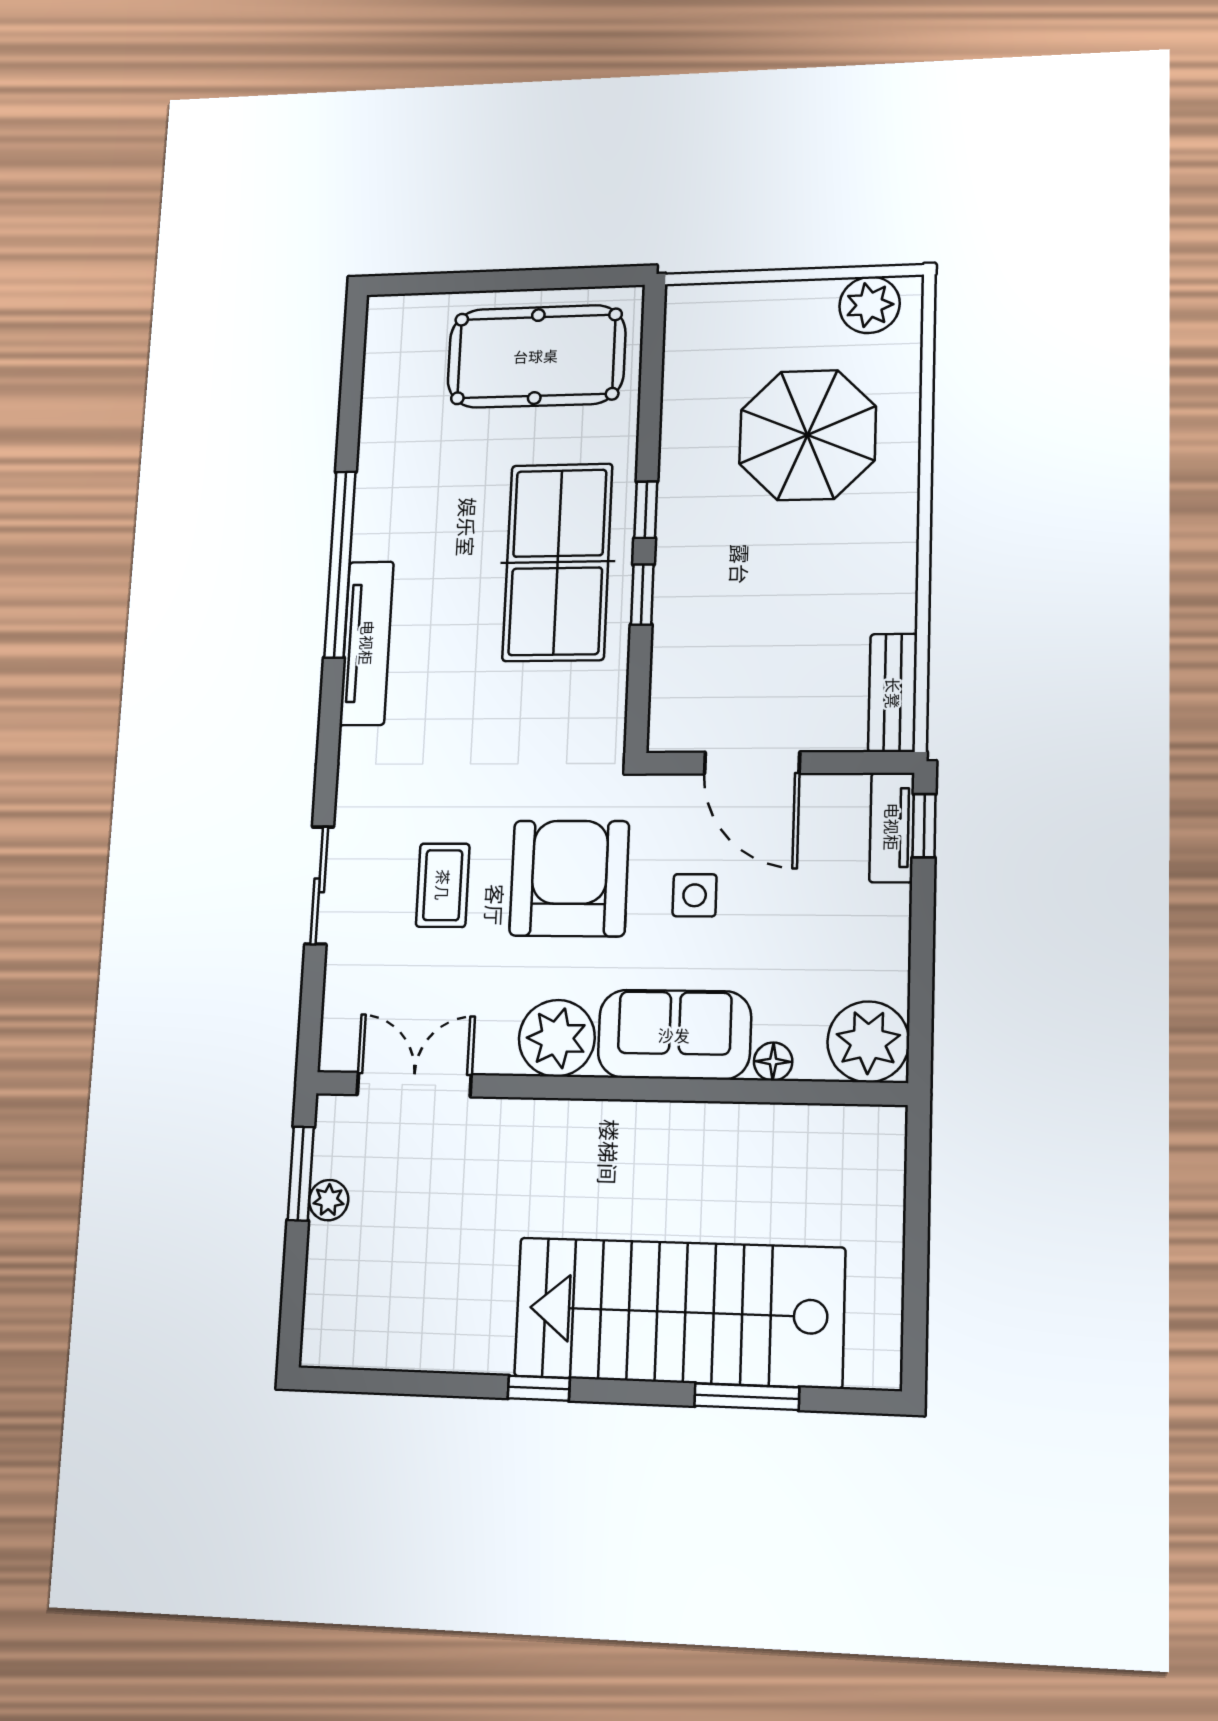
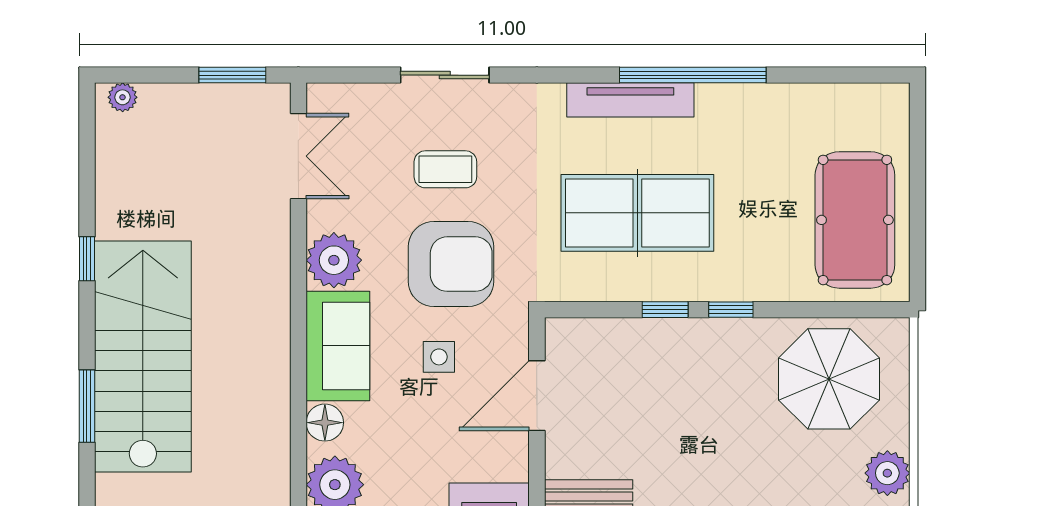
parasol: (808, 435) -> (829, 379), moved
table tennis table: (558, 562) -> (637, 213), moved
floor lamp: (773, 1062) -> (325, 423), width x1.37, depth x1.37
plant: (329, 1200) -> (123, 97), moved

